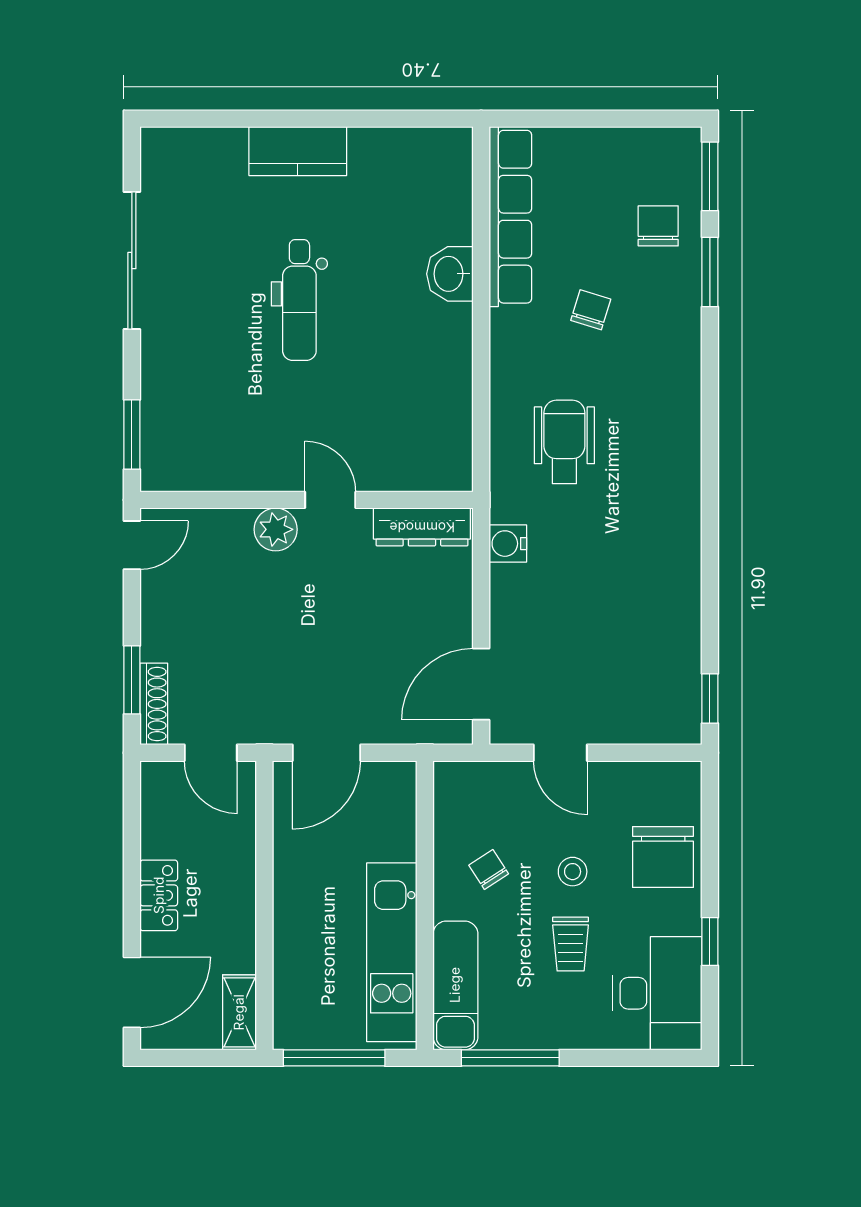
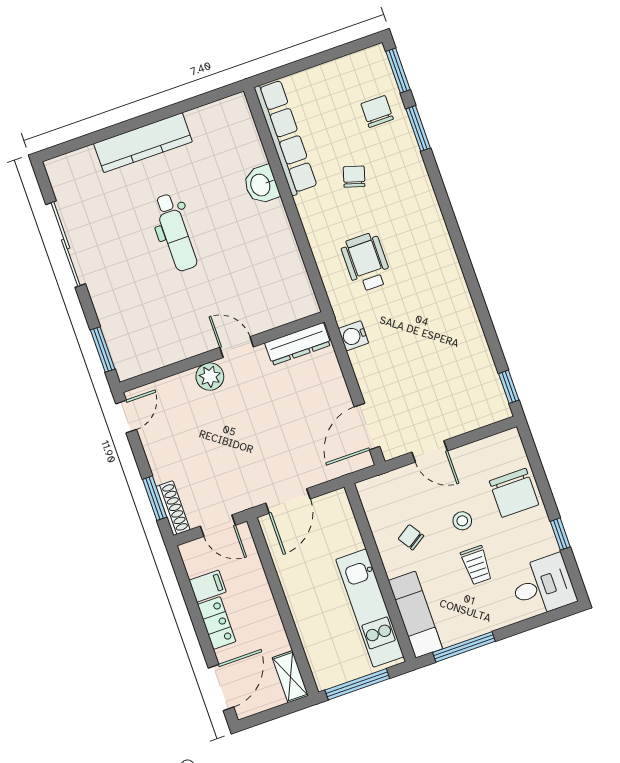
kitchen counter: (298, 151) -> (143, 143), width x1.50
filing cabinet: (164, 836) -> (208, 586), added
desk: (657, 993) -> (543, 586), width x0.73

